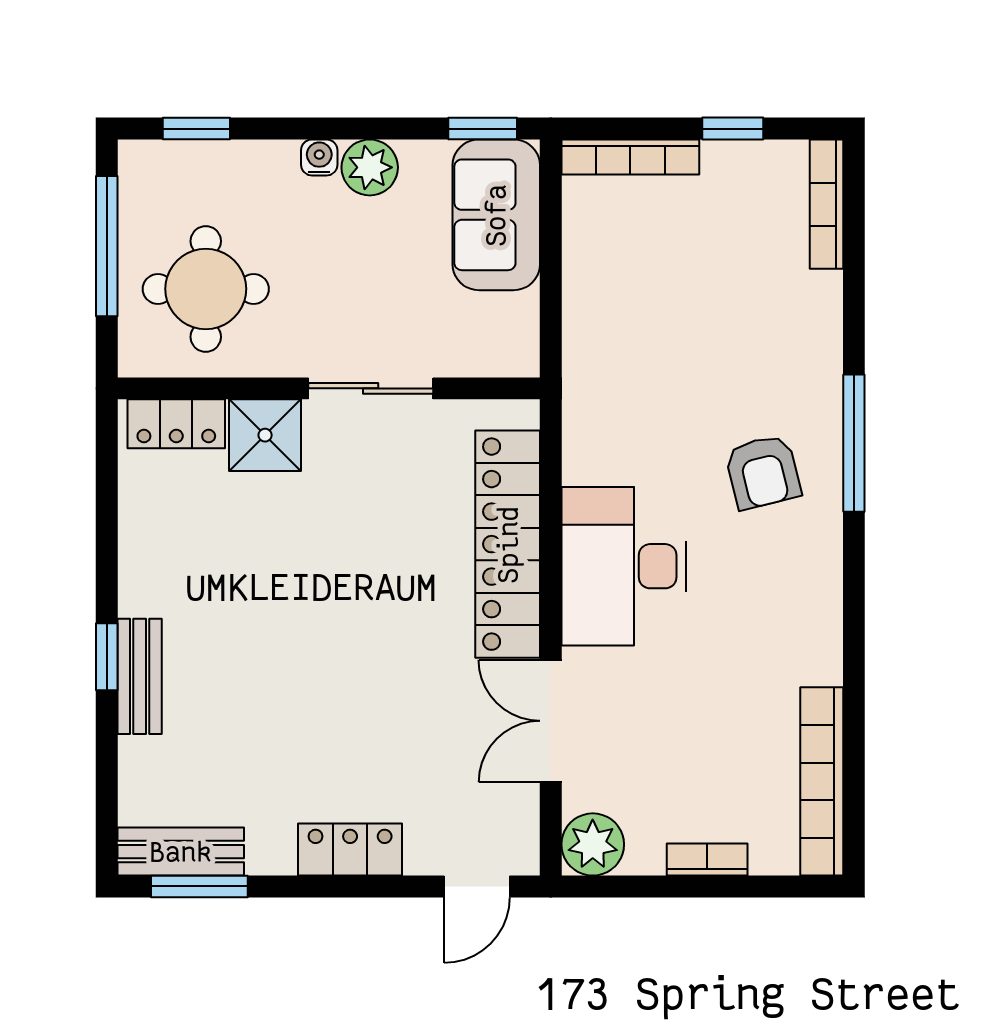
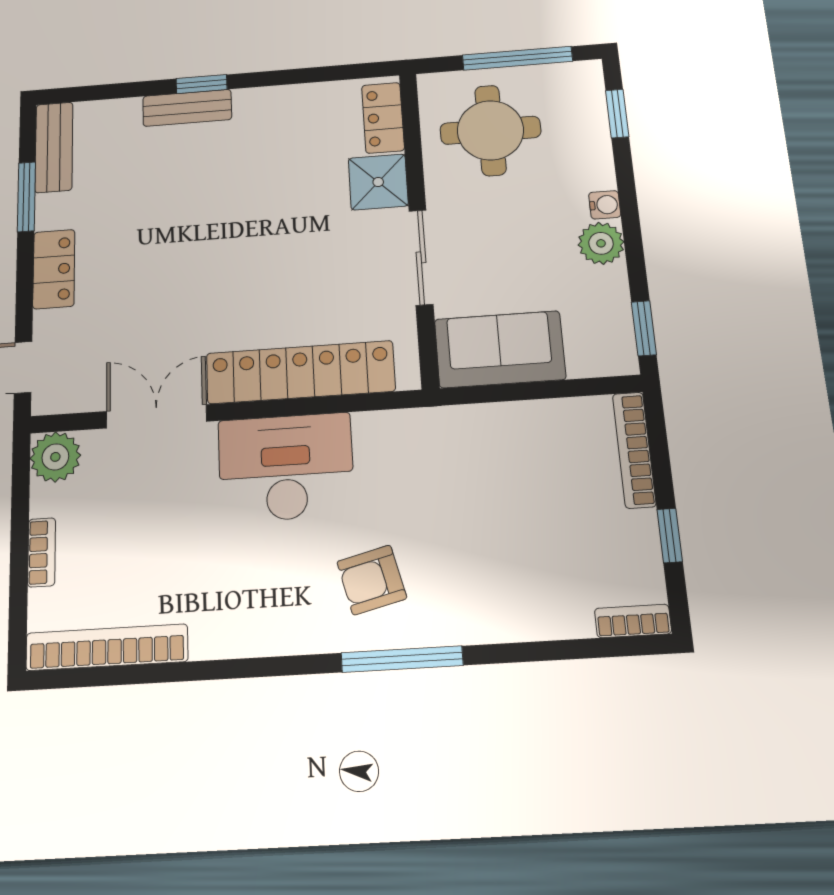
bookcase: (826, 204) -> (633, 621), width x0.64
sofa: (496, 215) -> (500, 349), moved
window: (199, 886) -> (26, 197), moved

